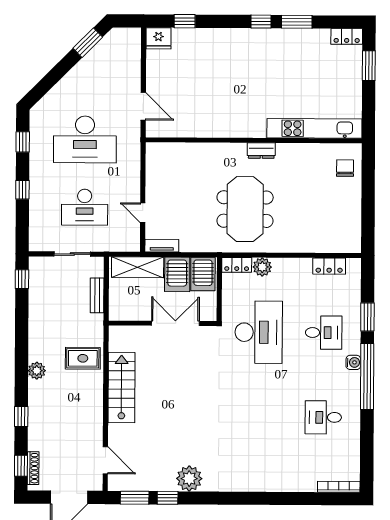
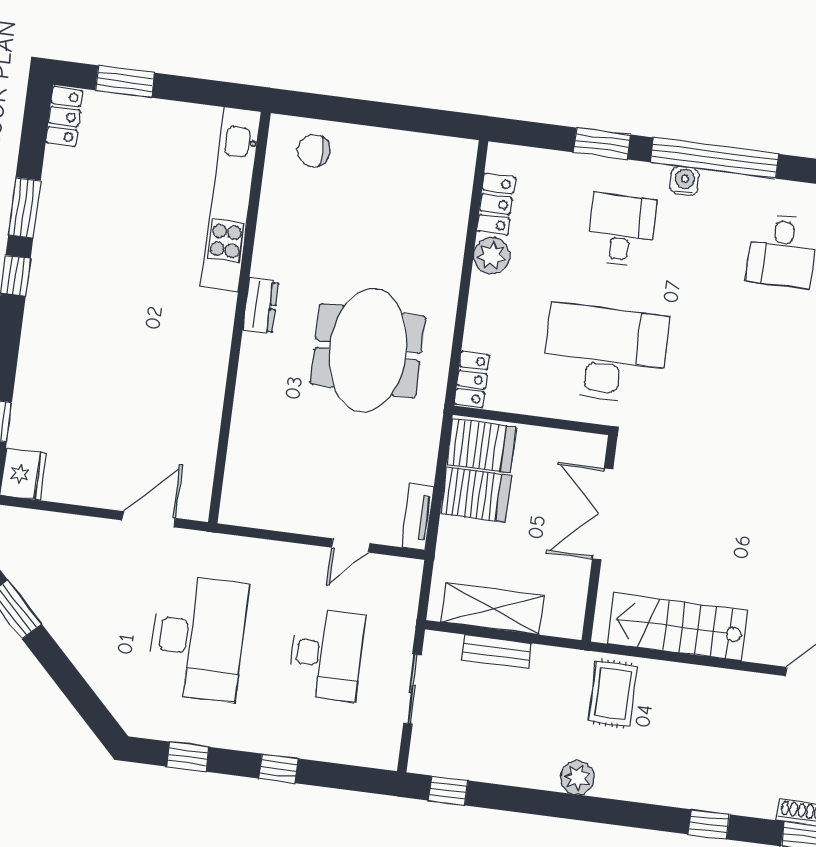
meeting table: (245, 209) -> (368, 350), turned 90
shelving: (138, 267) -> (492, 609), moved, turned 90
plant: (262, 267) -> (492, 256), moved
wall: (163, 323) -> (600, 538), moved
double door: (175, 323) -> (603, 514), moved
plant: (37, 371) -> (577, 778), moved

